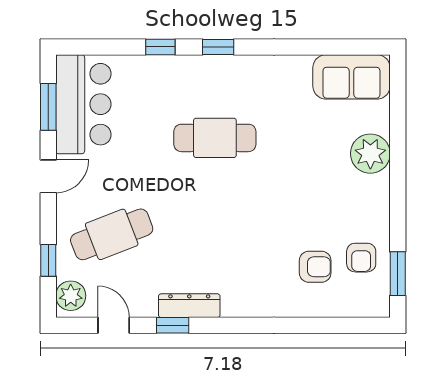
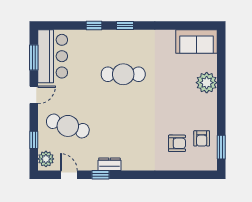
cafe table: (112, 234) -> (68, 126), turned 39
dresser: (189, 306) -> (109, 164), width x0.70

